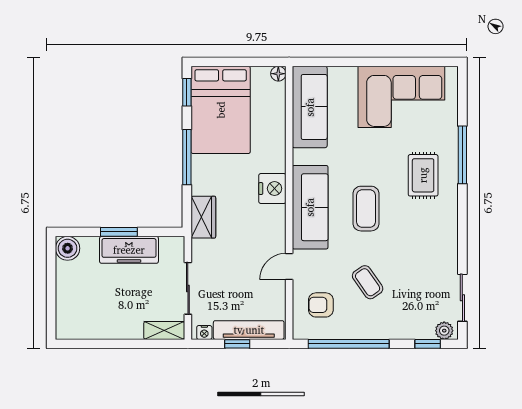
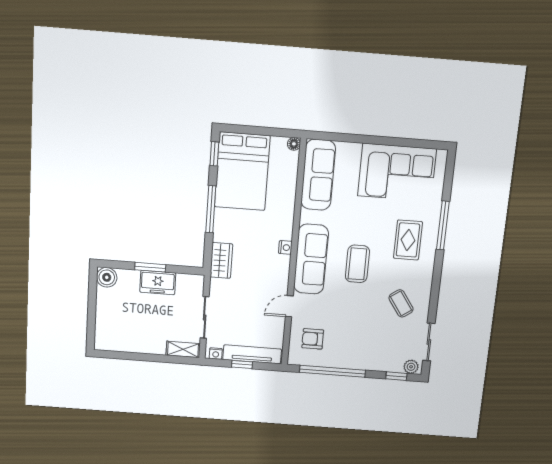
nightstand: (272, 189) -> (285, 247), width x0.53, depth x0.56
freezer: (129, 250) -> (158, 282), width x0.71
coffee table: (368, 282) -> (401, 303), moved

